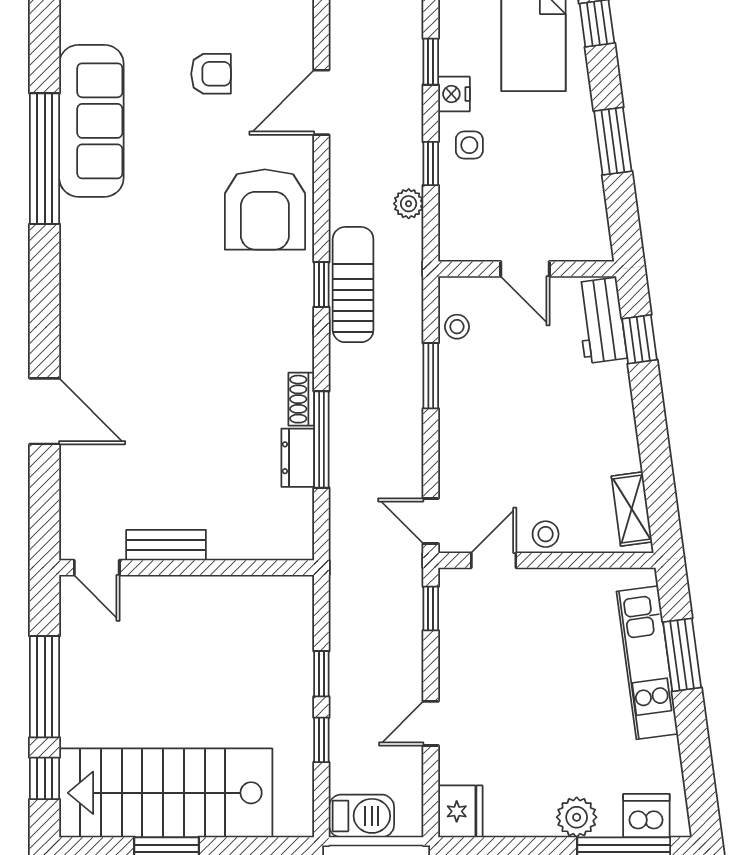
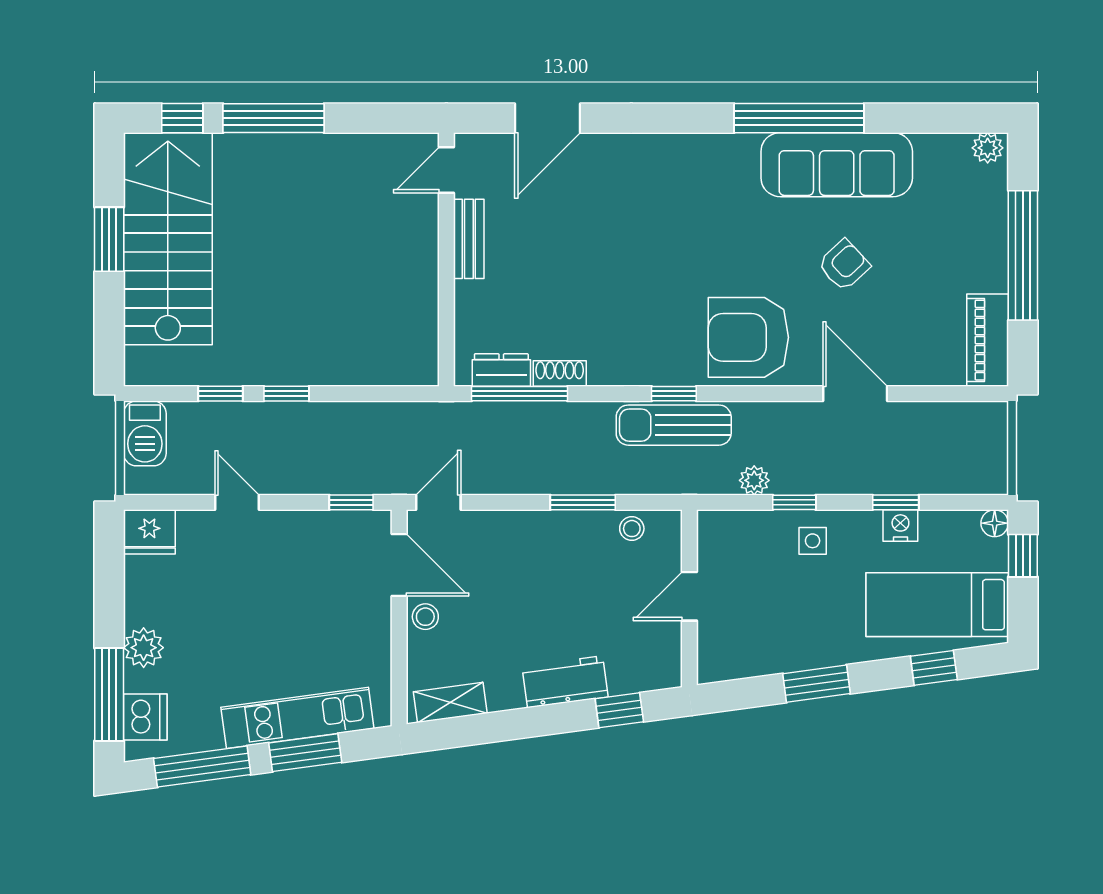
armchair: (211, 74) -> (844, 265), moved, turned -133
nightstand: (454, 94) -> (900, 525), moved
sun lounger: (353, 285) -> (674, 425), turned 180
workbench: (601, 320) -> (565, 682), moved
bench: (166, 545) -> (469, 239), moved
door: (494, 560) -> (399, 565), width x1.37
door: (97, 568) -> (446, 170), moved
wall: (187, 568) -> (446, 259), moved
window: (696, 758) -> (202, 766), added

